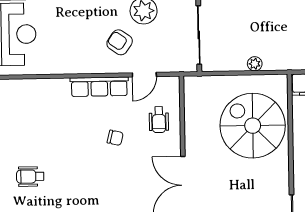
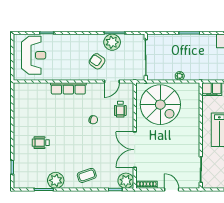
row of seats: (99, 87) -> (68, 88), moved
spiral stairs: (253, 126) -> (160, 105), moved, turned 180

